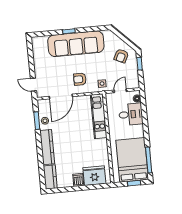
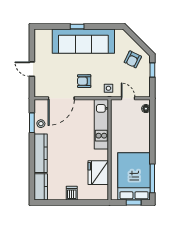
door: (33, 85) -> (32, 69), moved
door: (120, 91) -> (128, 98), hinge flipped
desk: (131, 114) -> (137, 126), removed
fridge: (94, 176) -> (98, 173), moved, turned -90

